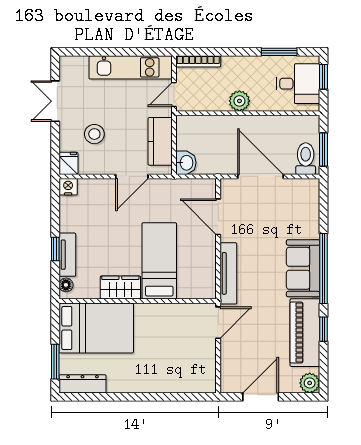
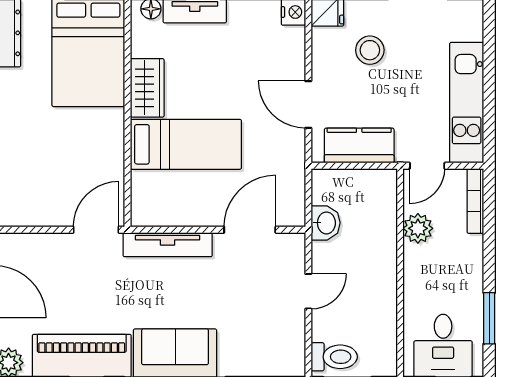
door: (174, 95) -> (427, 166), swing flipped
plant: (239, 101) -> (418, 228), moved
washbasin: (186, 163) -> (326, 223), moved, turned -90
door: (261, 176) -> (308, 291), width x0.53
door: (218, 323) -> (96, 230), swing flipped

